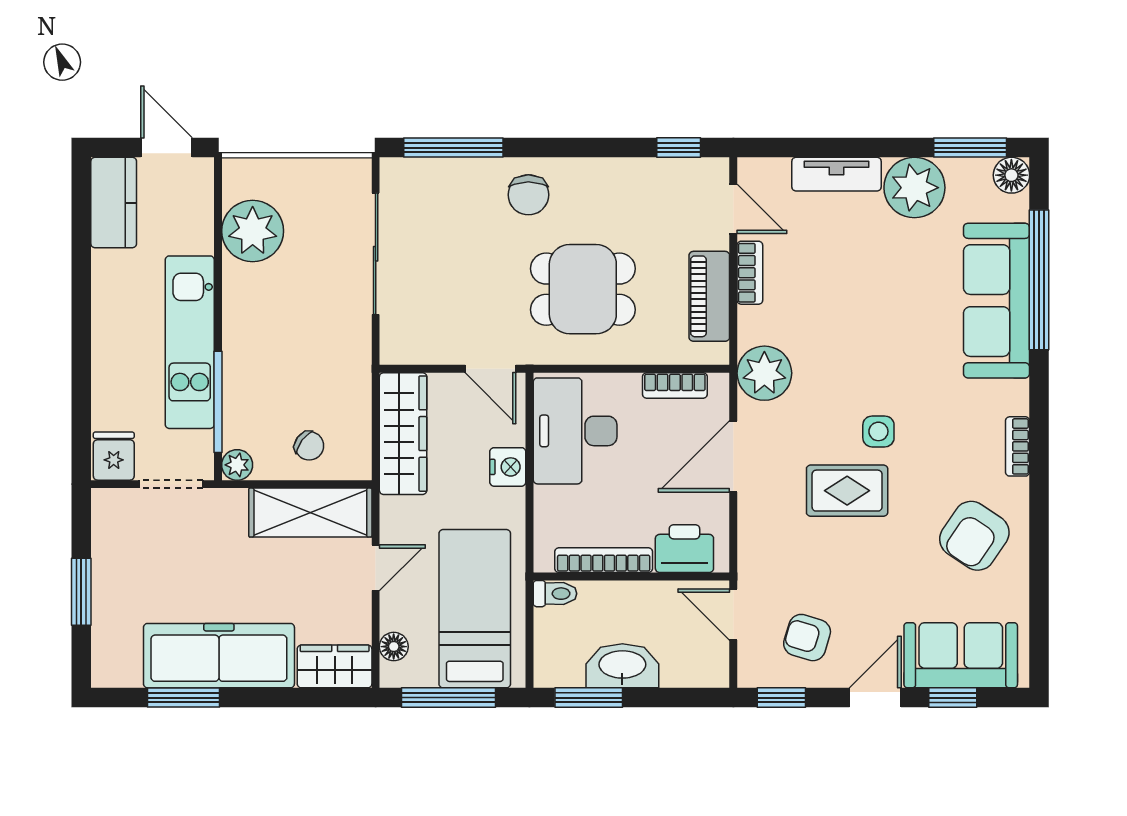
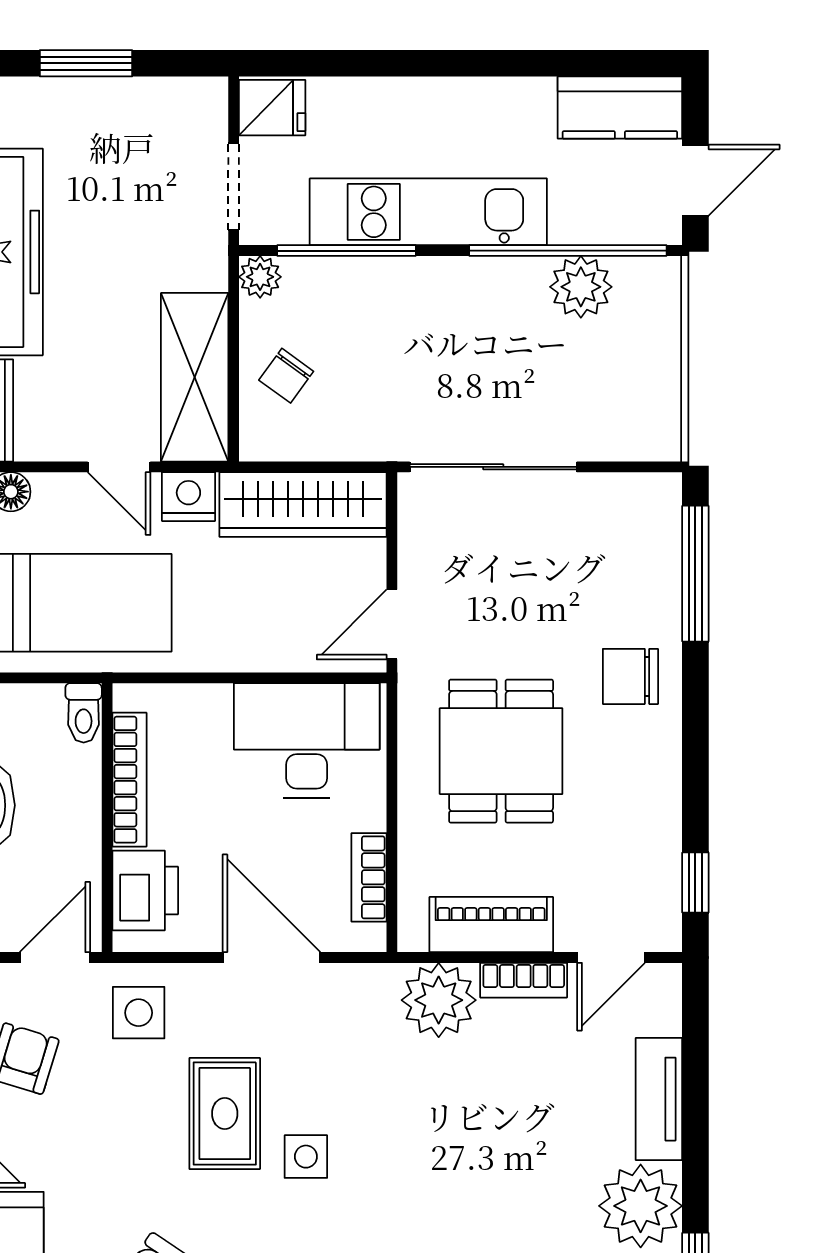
plant: (253, 231) -> (581, 287), width x0.73, depth x0.73
window: (218, 240) -> (568, 251), added
sliding door: (376, 254) -> (493, 467), moved
plant: (764, 373) -> (439, 1000), moved
nightstand: (508, 467) -> (188, 497), moved, turned 180
side table: (774, 553) -> (139, 1013), added

